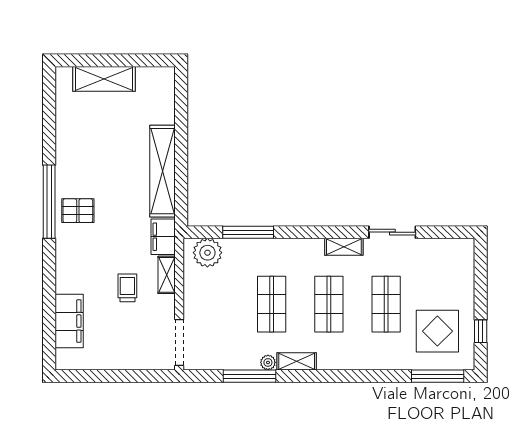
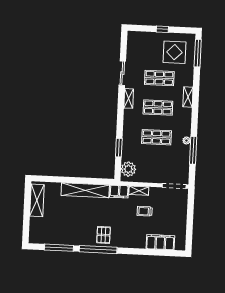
shelving: (104, 79) -> (37, 200), moved
window: (49, 126) -> (59, 248), added
window: (248, 232) -> (119, 148), width x0.69
window: (481, 331) -> (162, 29), moved
shelving: (297, 361) -> (188, 97), moved

